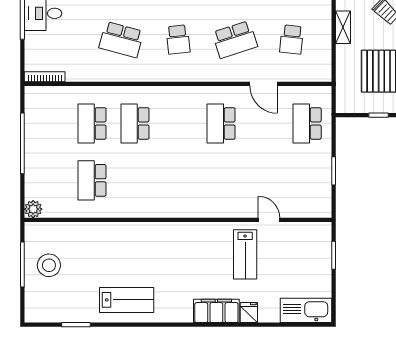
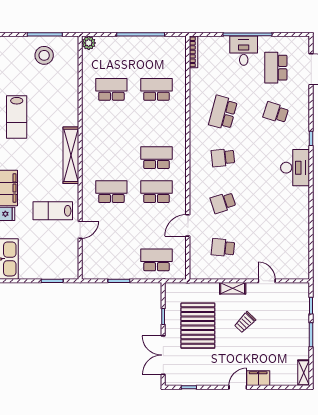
school desk: (235, 39) -> (223, 203), width x0.54
school desk: (135, 123) -> (156, 158), moved
school desk: (221, 180) -> (111, 192), added
shelving: (175, 232) -> (71, 155), added

